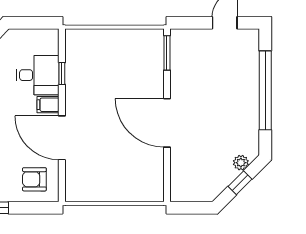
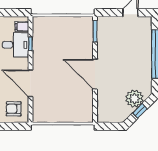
filing cabinet: (48, 105) -> (22, 27), moved
plant: (241, 163) -> (134, 99), width x1.88, depth x1.88

